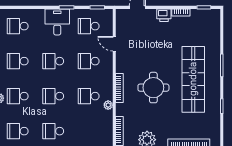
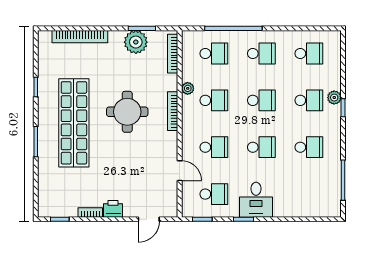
school desk: (18, 26) -> (214, 54), moved

